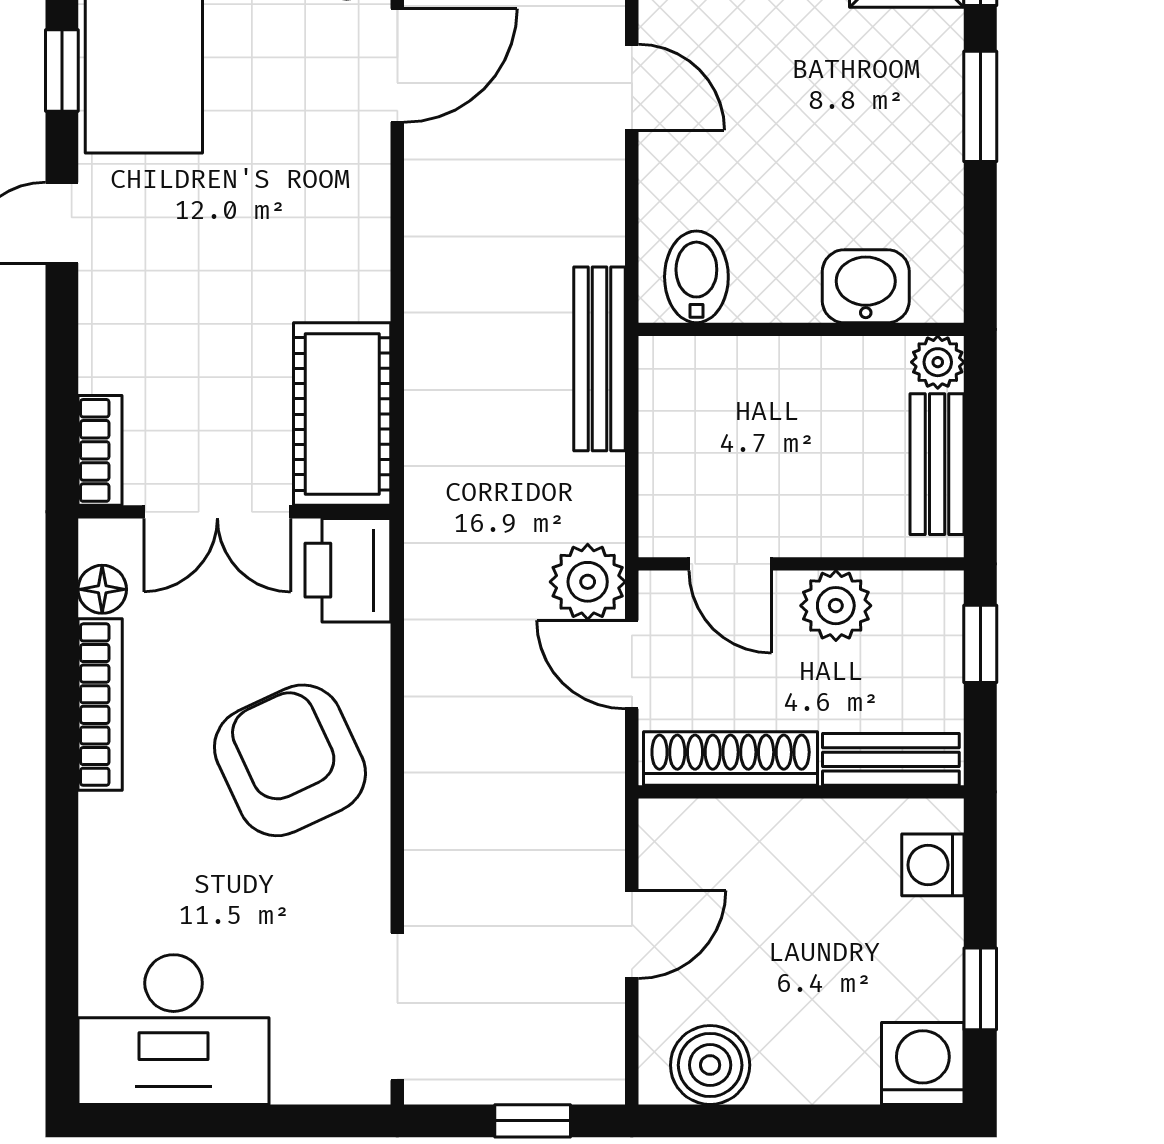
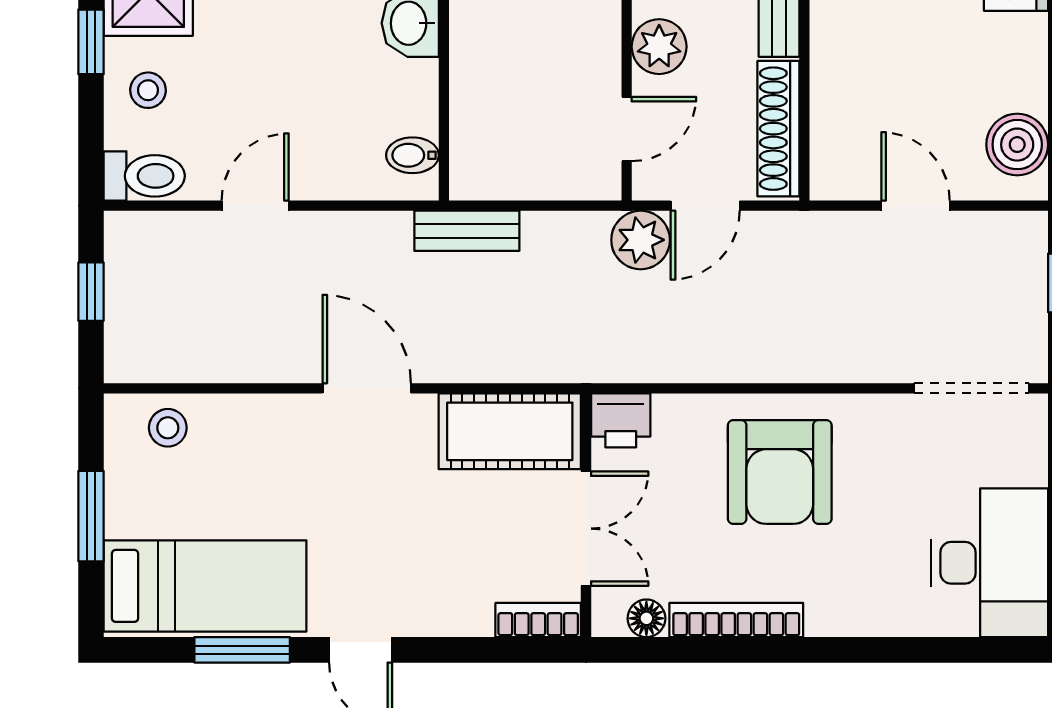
door: (397, 65) -> (367, 388), moved
window: (62, 71) -> (242, 650), width x1.50
bidet: (696, 277) -> (412, 155), width x0.72, depth x0.74
bench: (600, 359) -> (467, 231), width x0.73
printer: (348, 570) -> (621, 420), width x0.73, depth x0.81
armchair: (290, 760) -> (780, 472), turned -65

